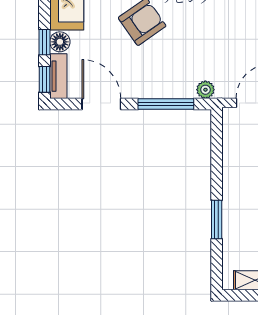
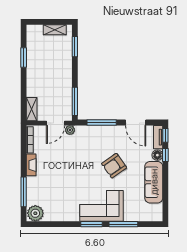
plant: (205, 90) -> (70, 130), moved
window: (217, 144) -> (75, 101), added
window: (217, 220) -> (75, 47), moved

